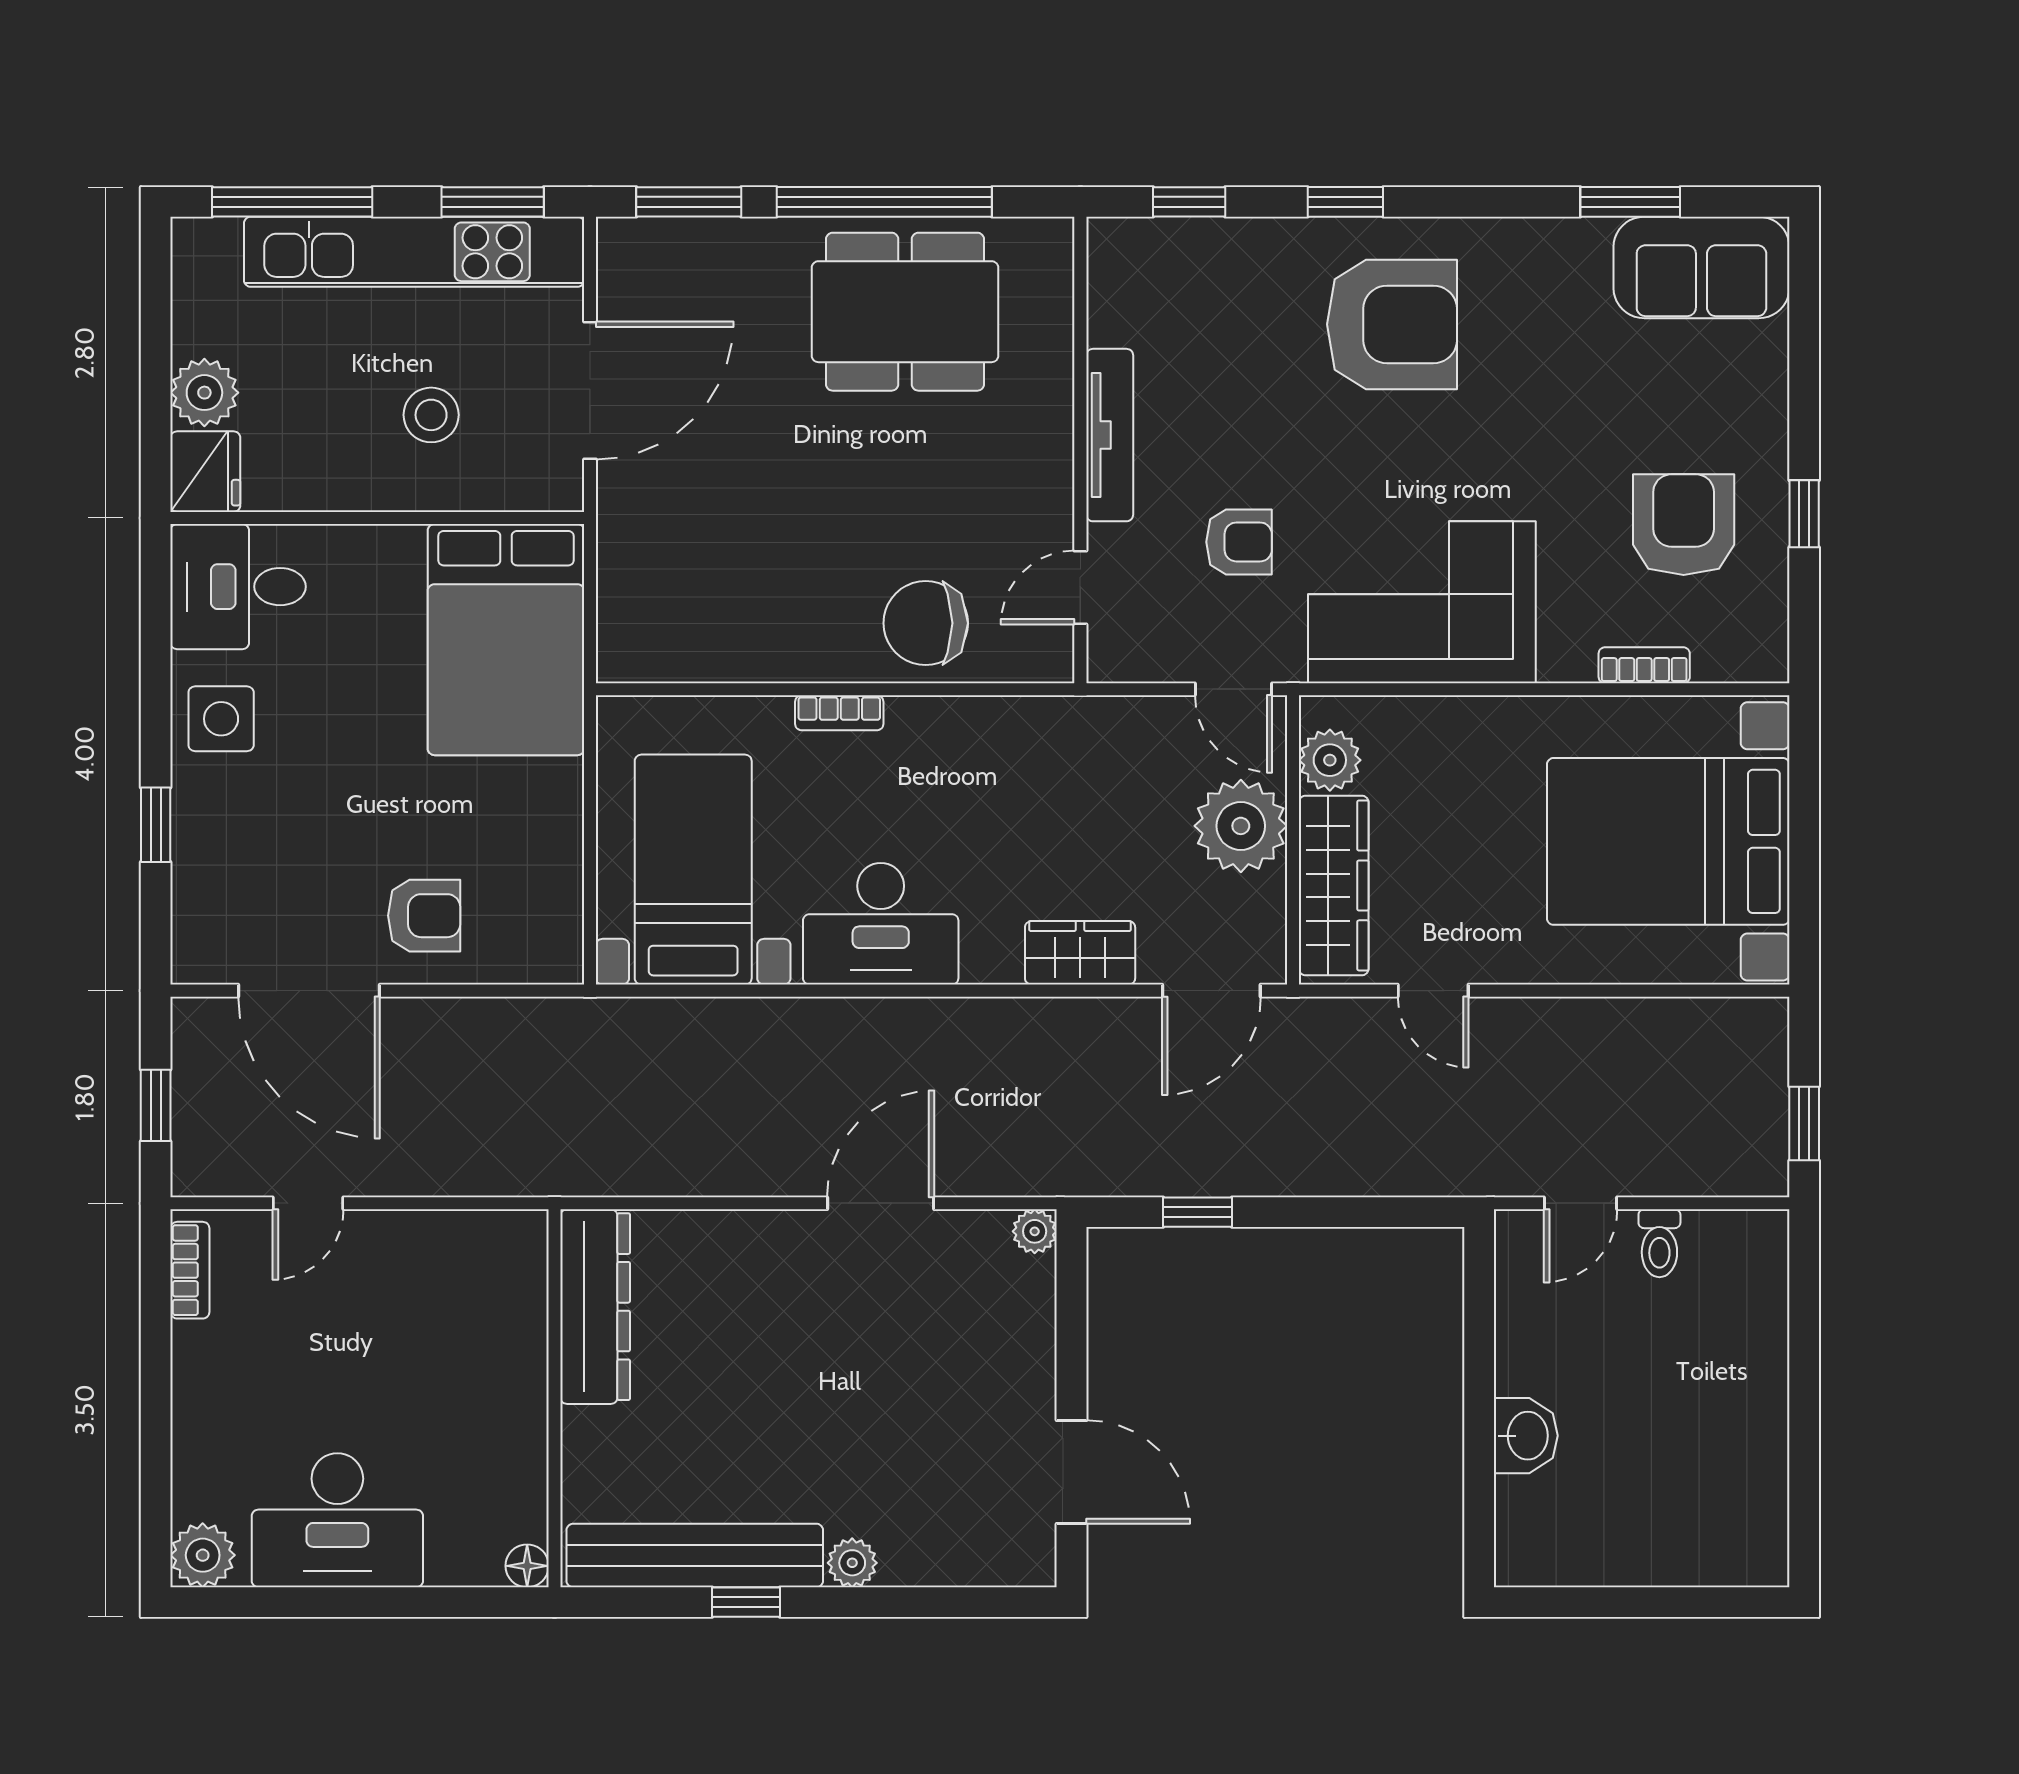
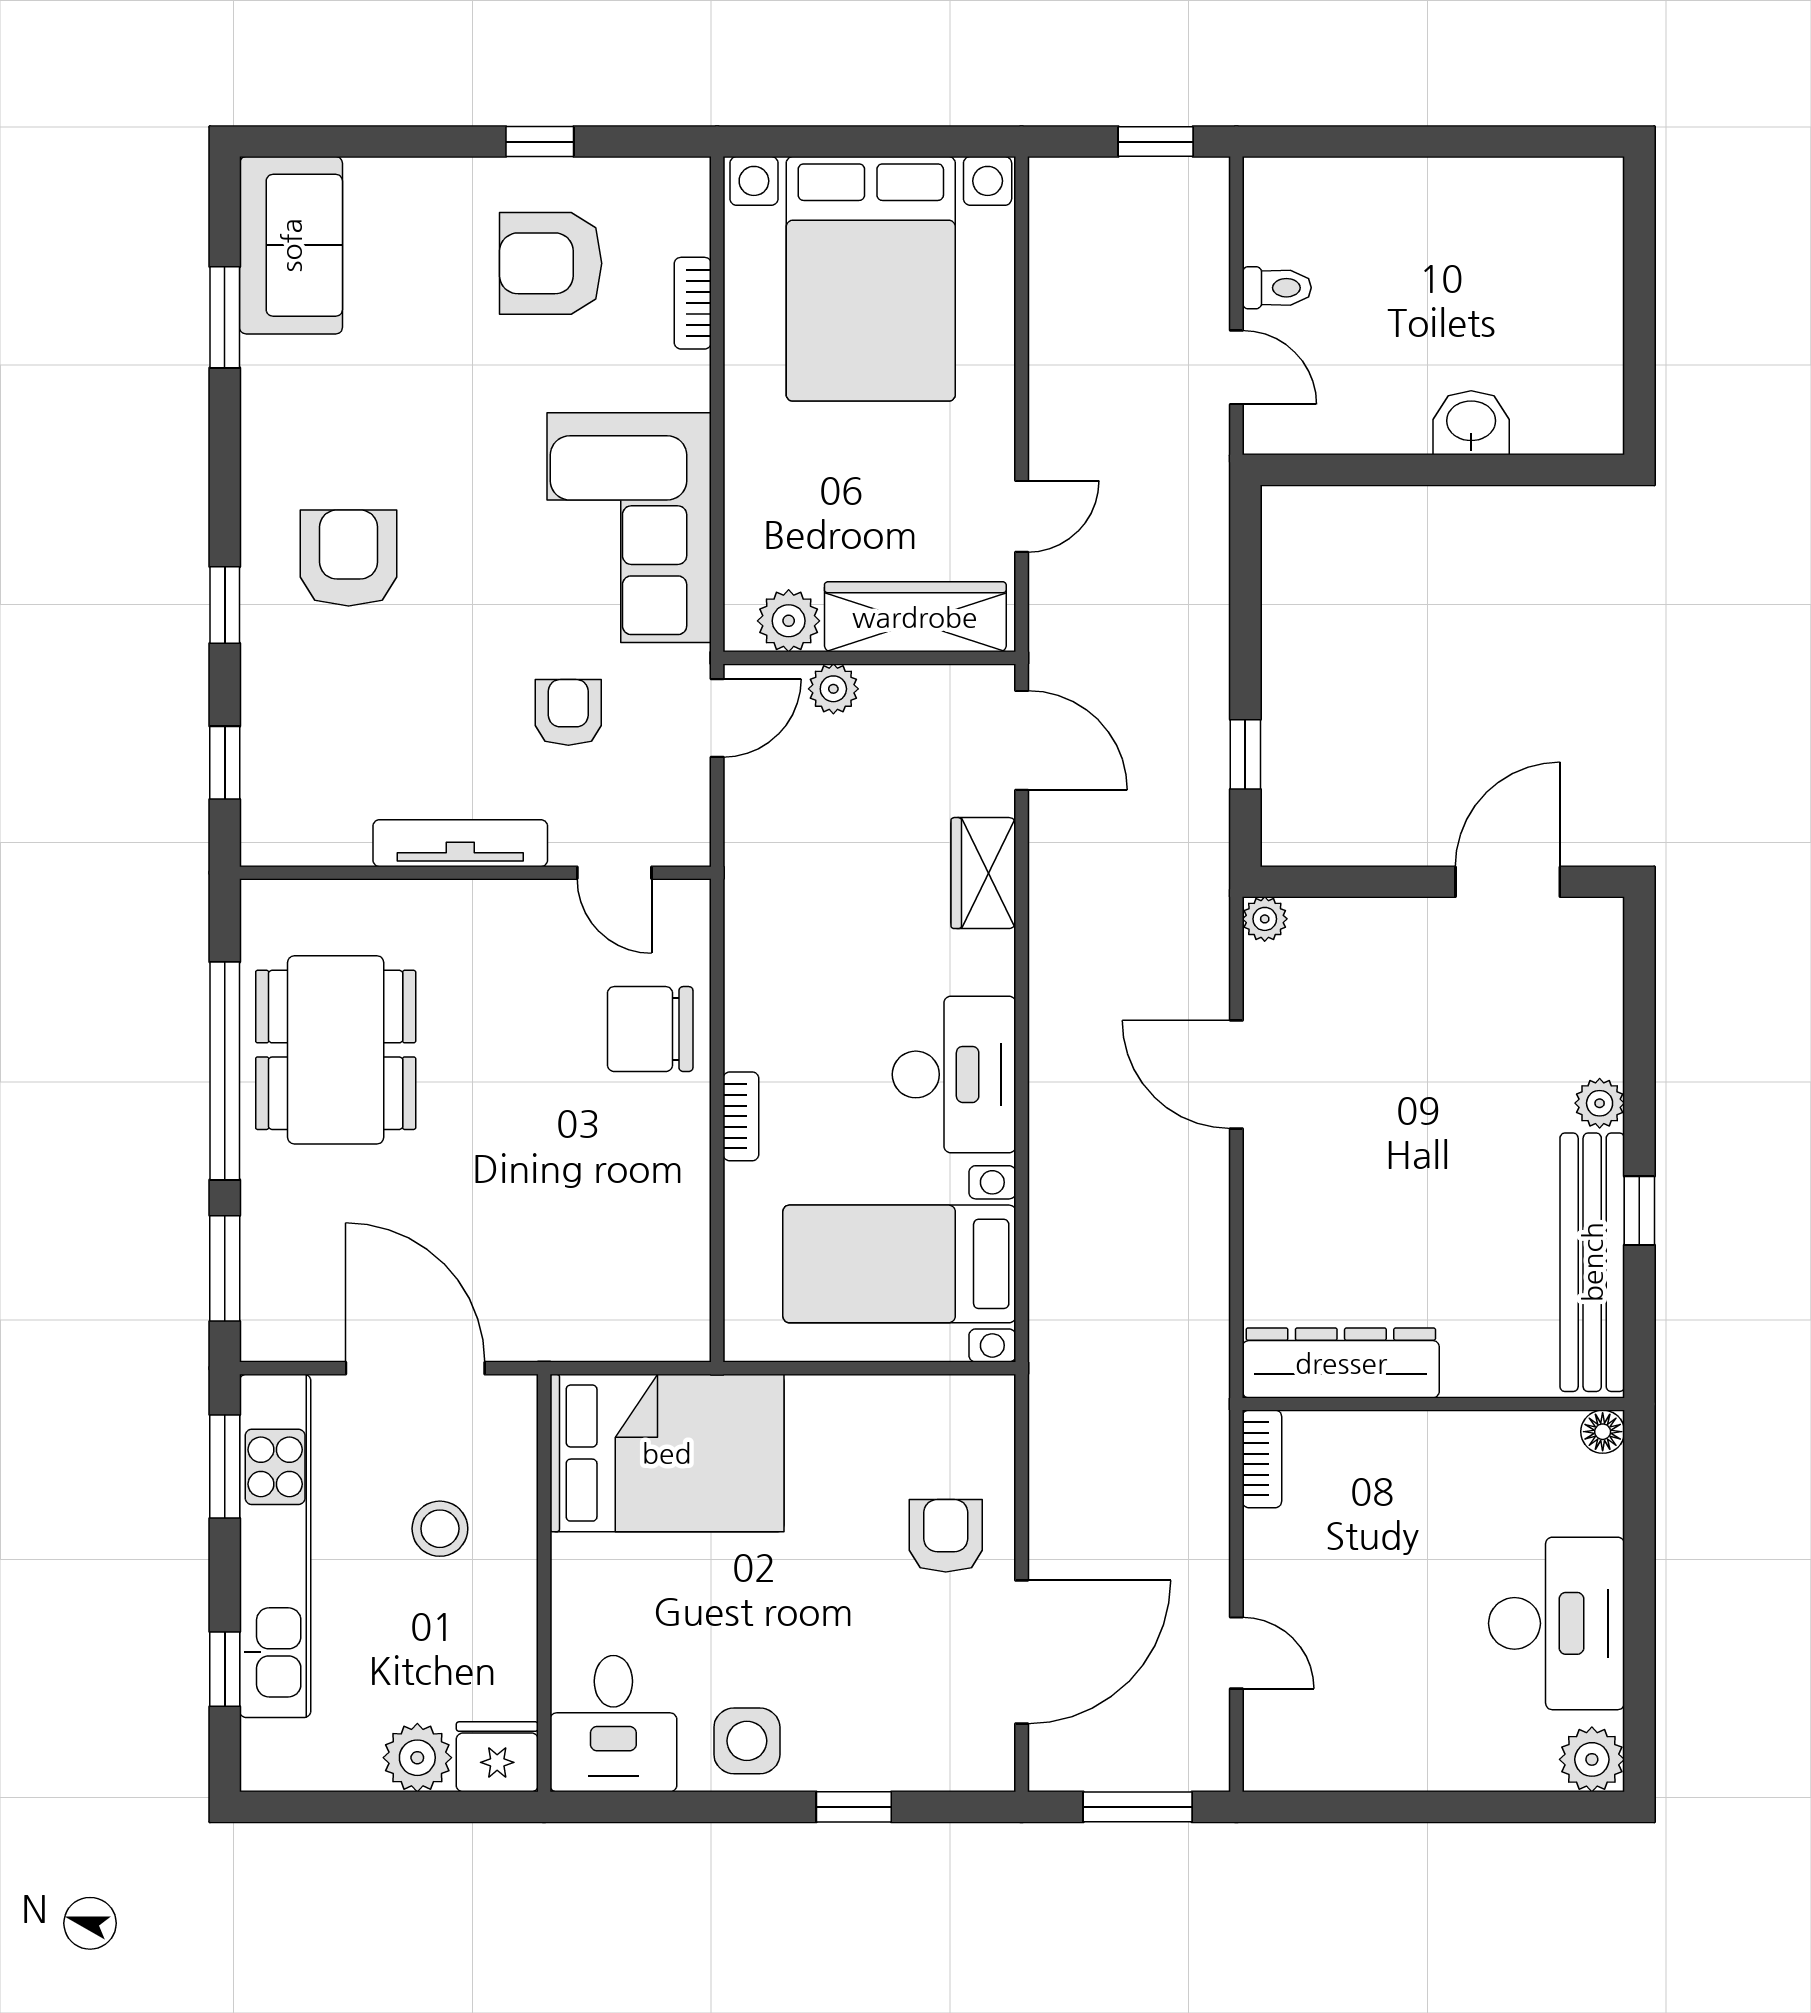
window: (292, 202) -> (225, 1669), width x0.46
armchair: (1392, 324) -> (349, 558), width x0.73, depth x0.73
chair: (926, 623) -> (650, 1029), turned 90
plant: (1241, 826) -> (833, 689), width x0.53, depth x0.53
window: (156, 1105) -> (1138, 1807), width x1.50
bookcase: (190, 1270) -> (1262, 1459), moved, turned 90

